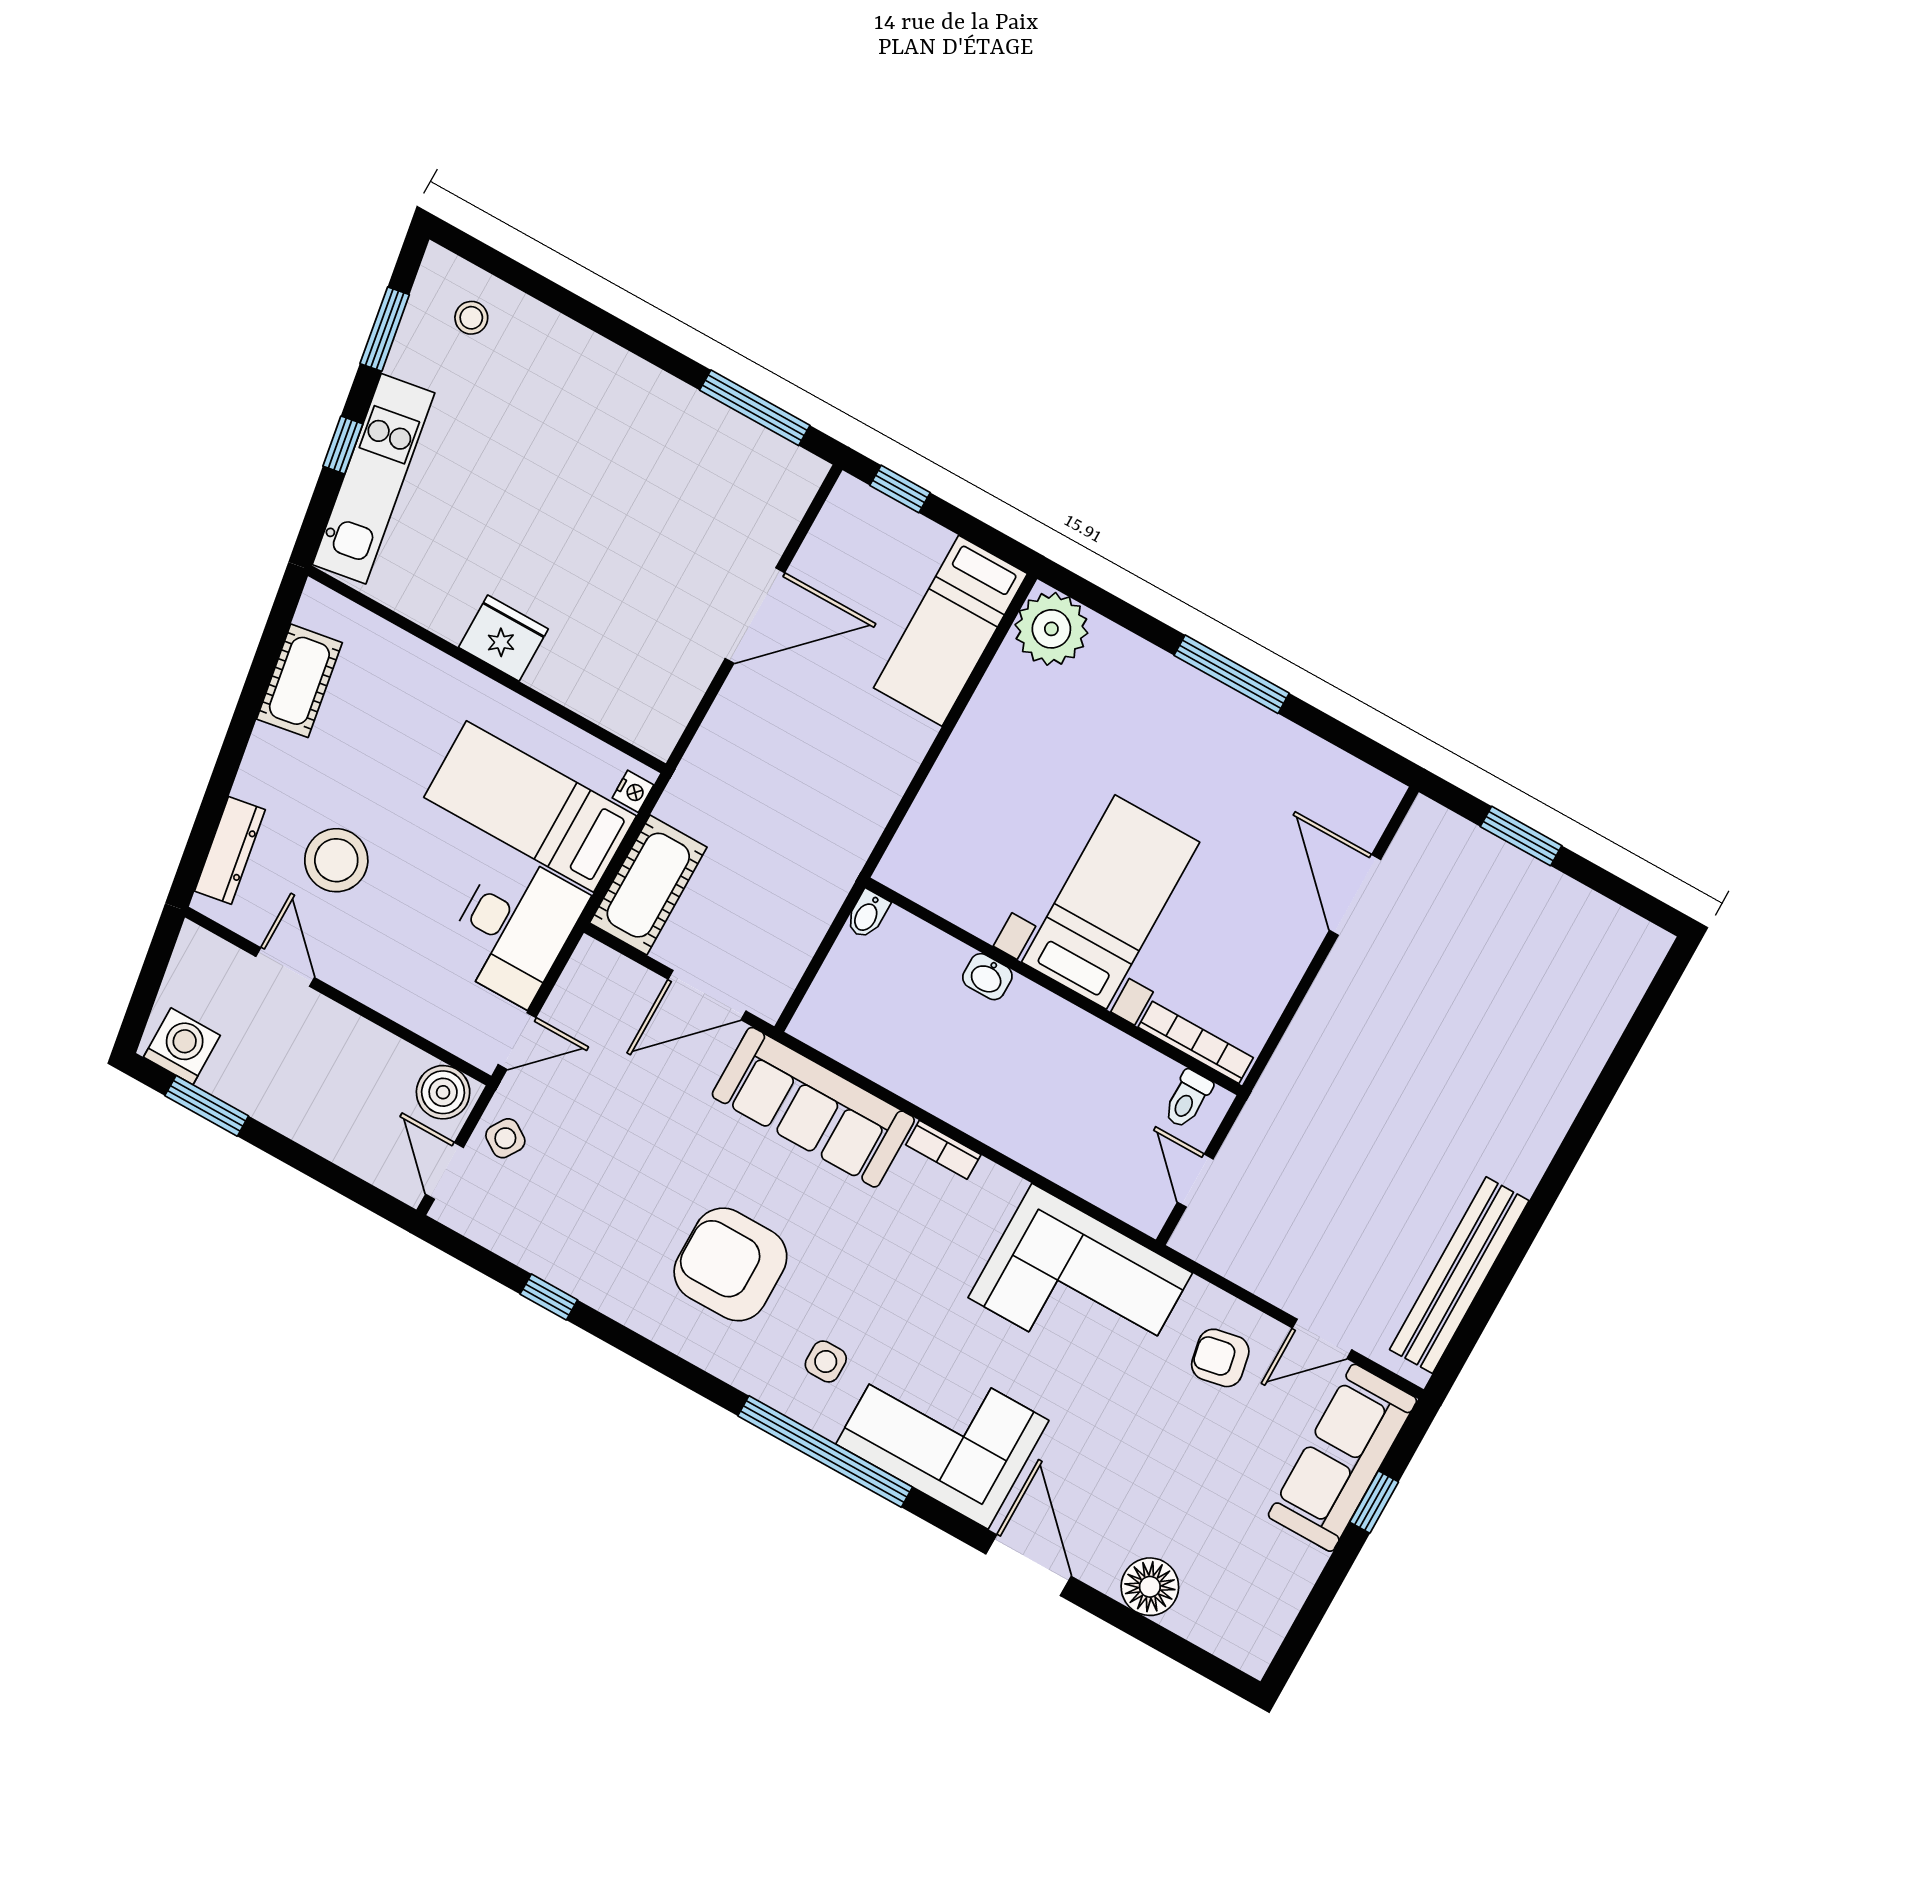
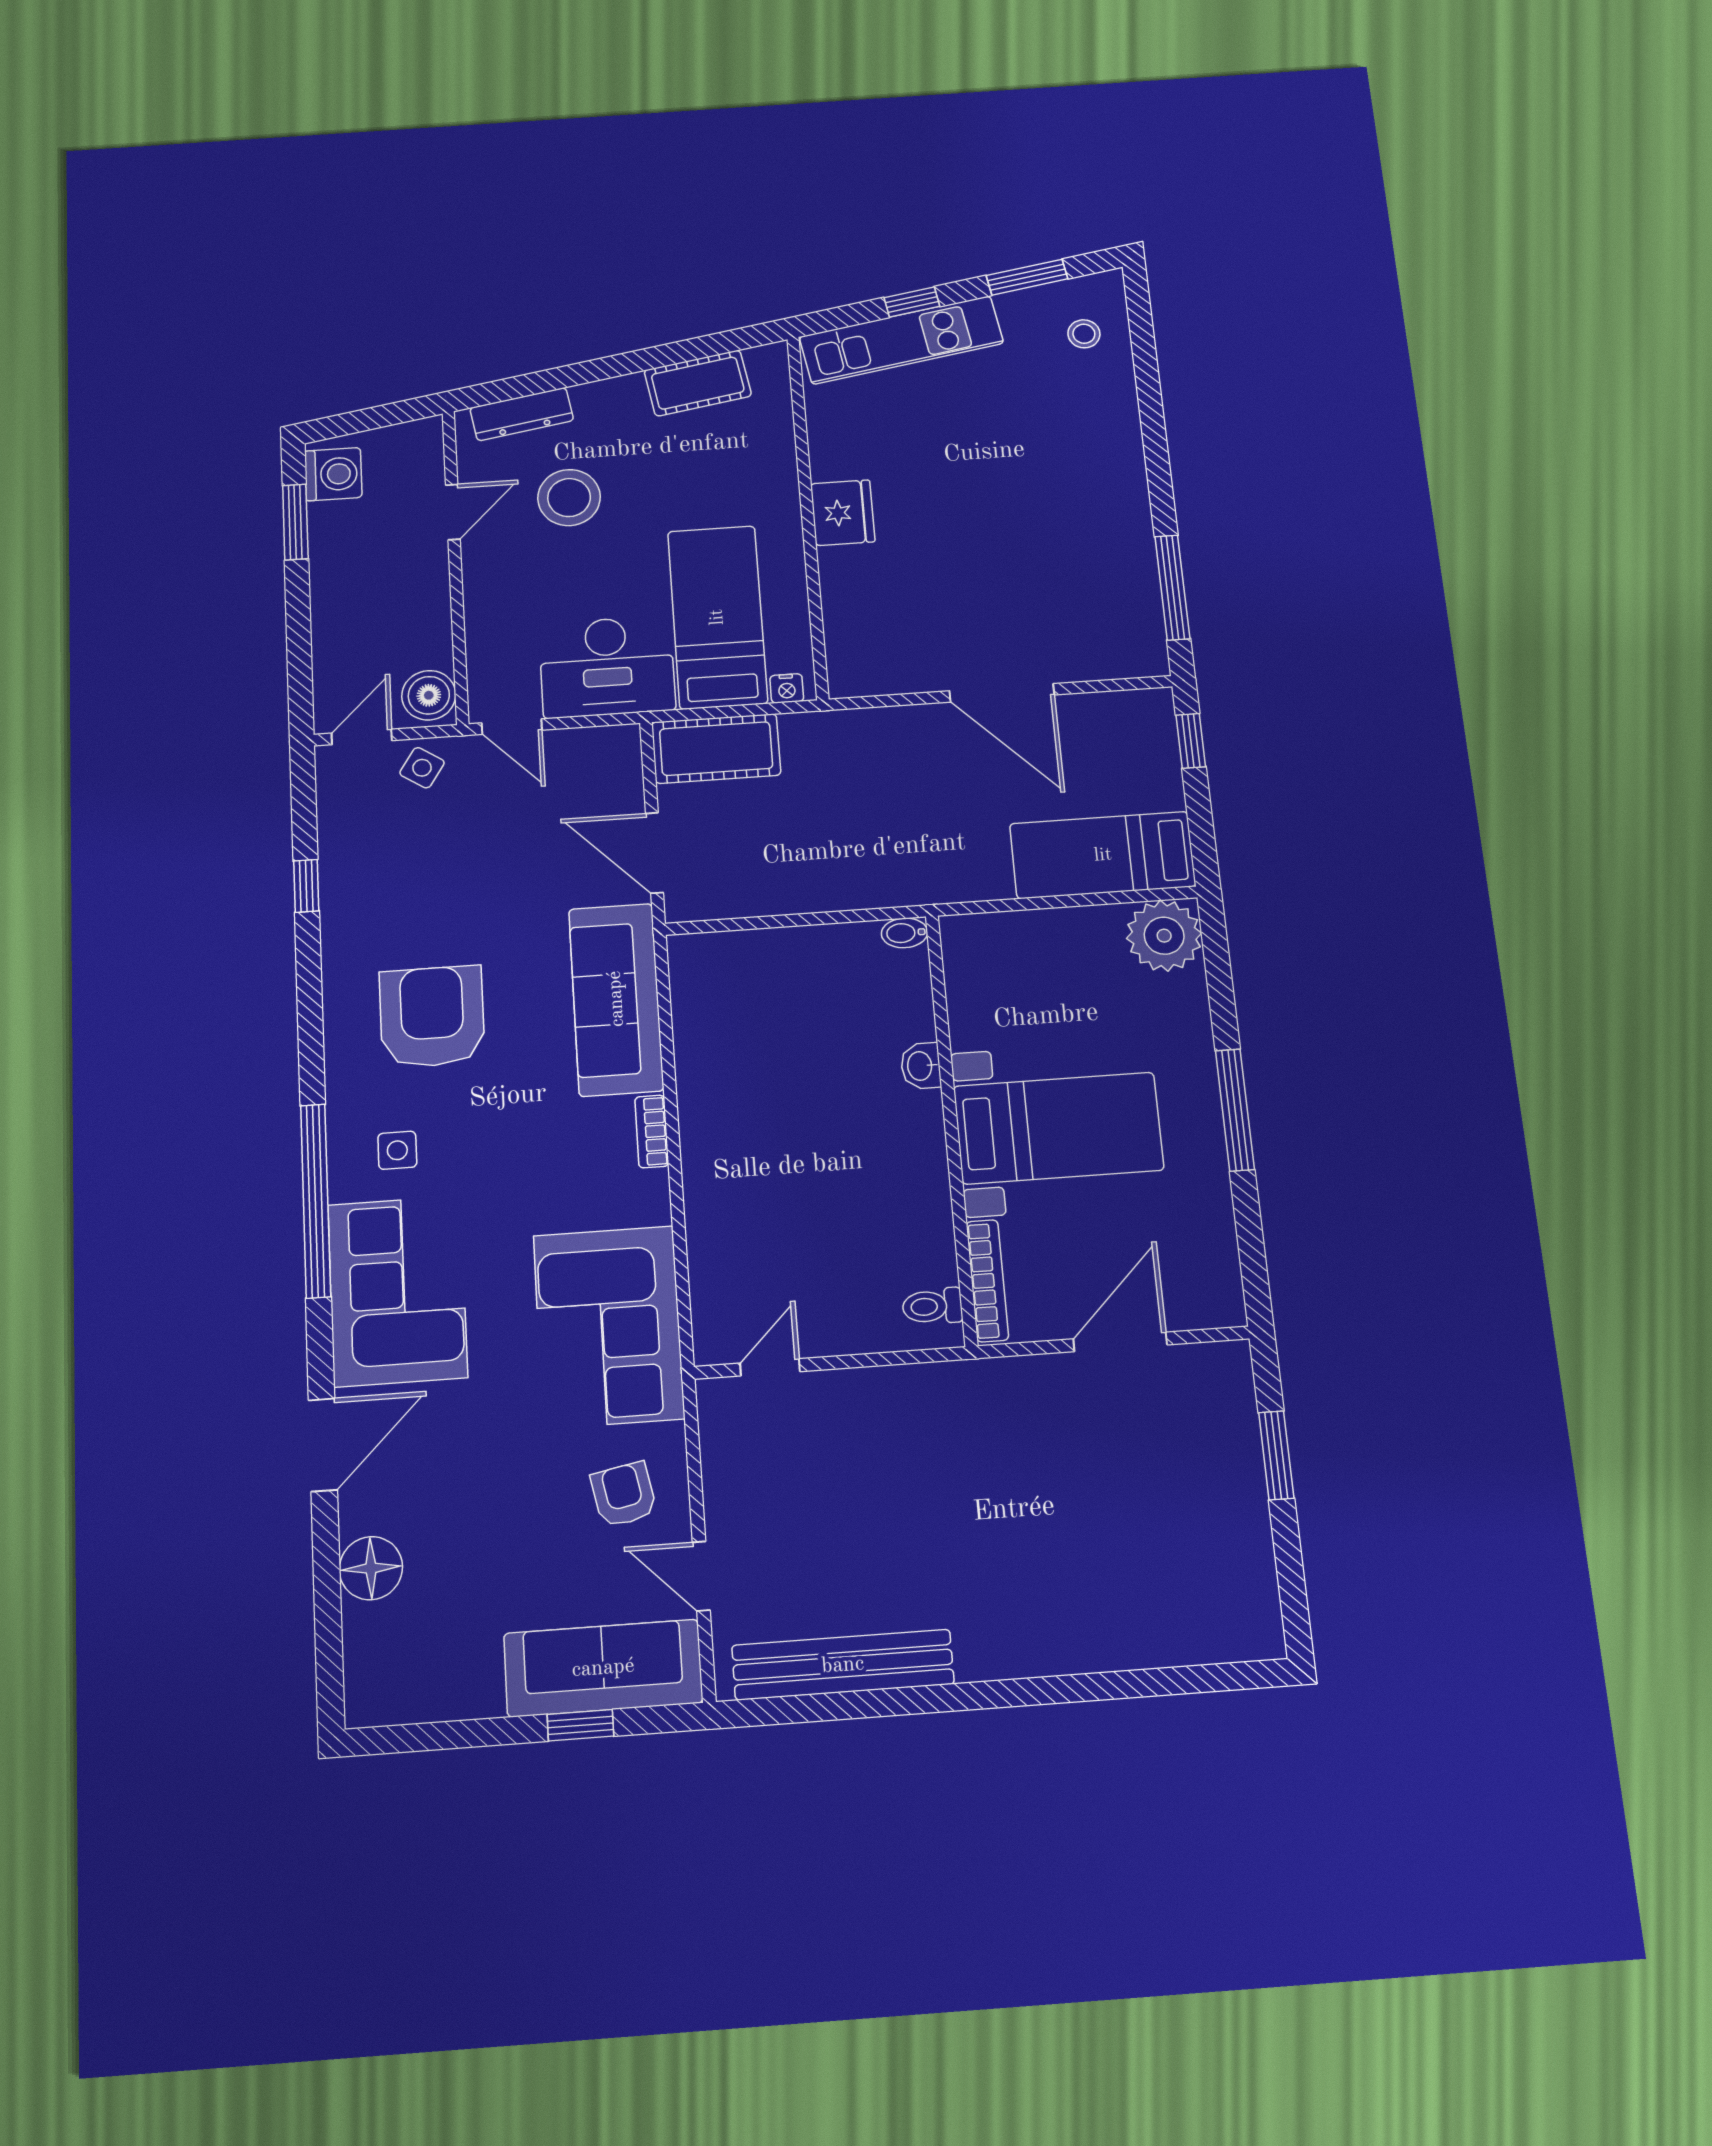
bed with nightstands: (1111, 902) -> (1058, 1128), moved
bidet: (867, 914) -> (905, 933), moved
washbasin: (987, 977) -> (921, 1066), moved
wall: (1053, 986) -> (951, 1127), moved
bookcase: (1196, 1042) -> (987, 1281), moved
toilet: (1188, 1099) -> (932, 1306), moved

